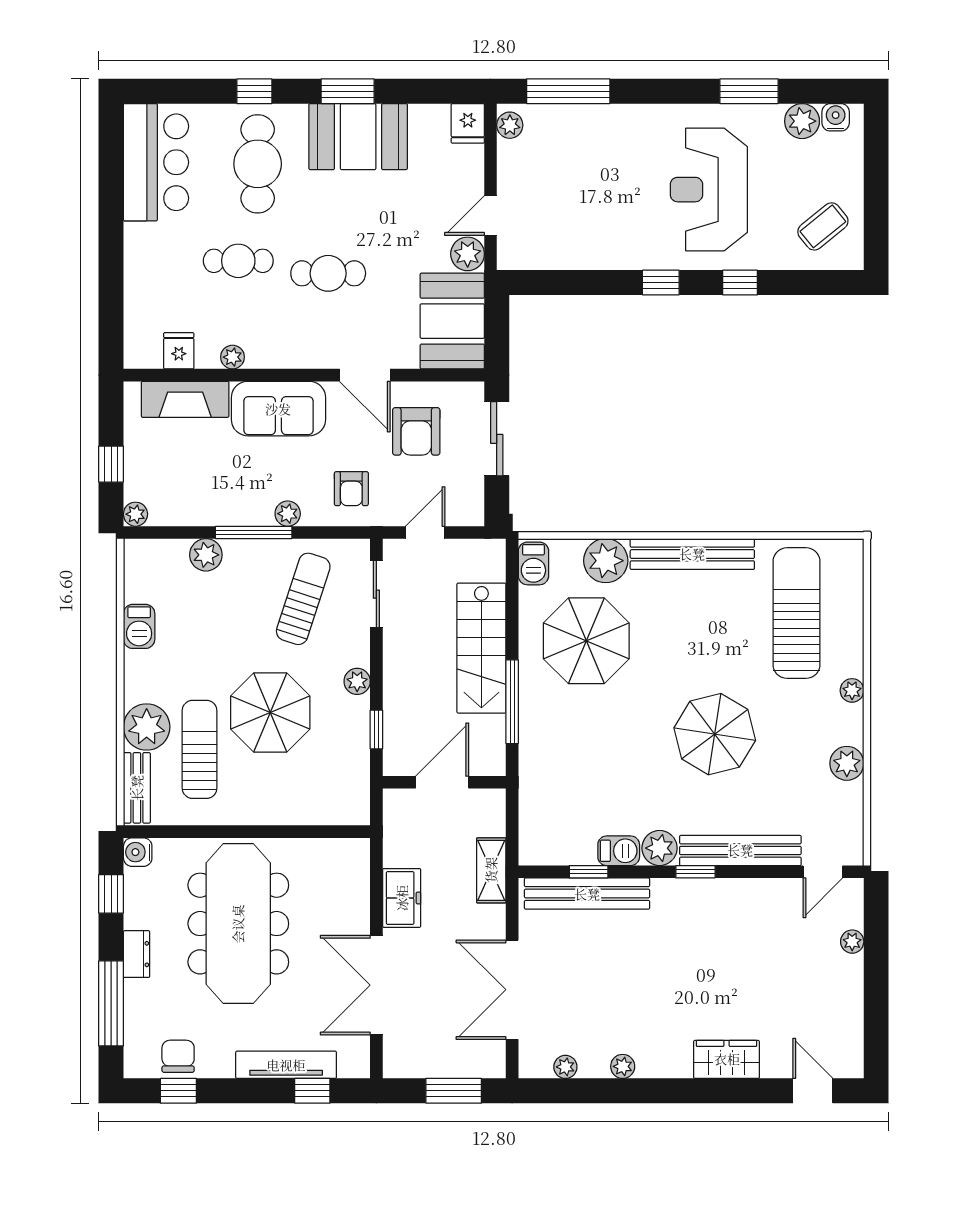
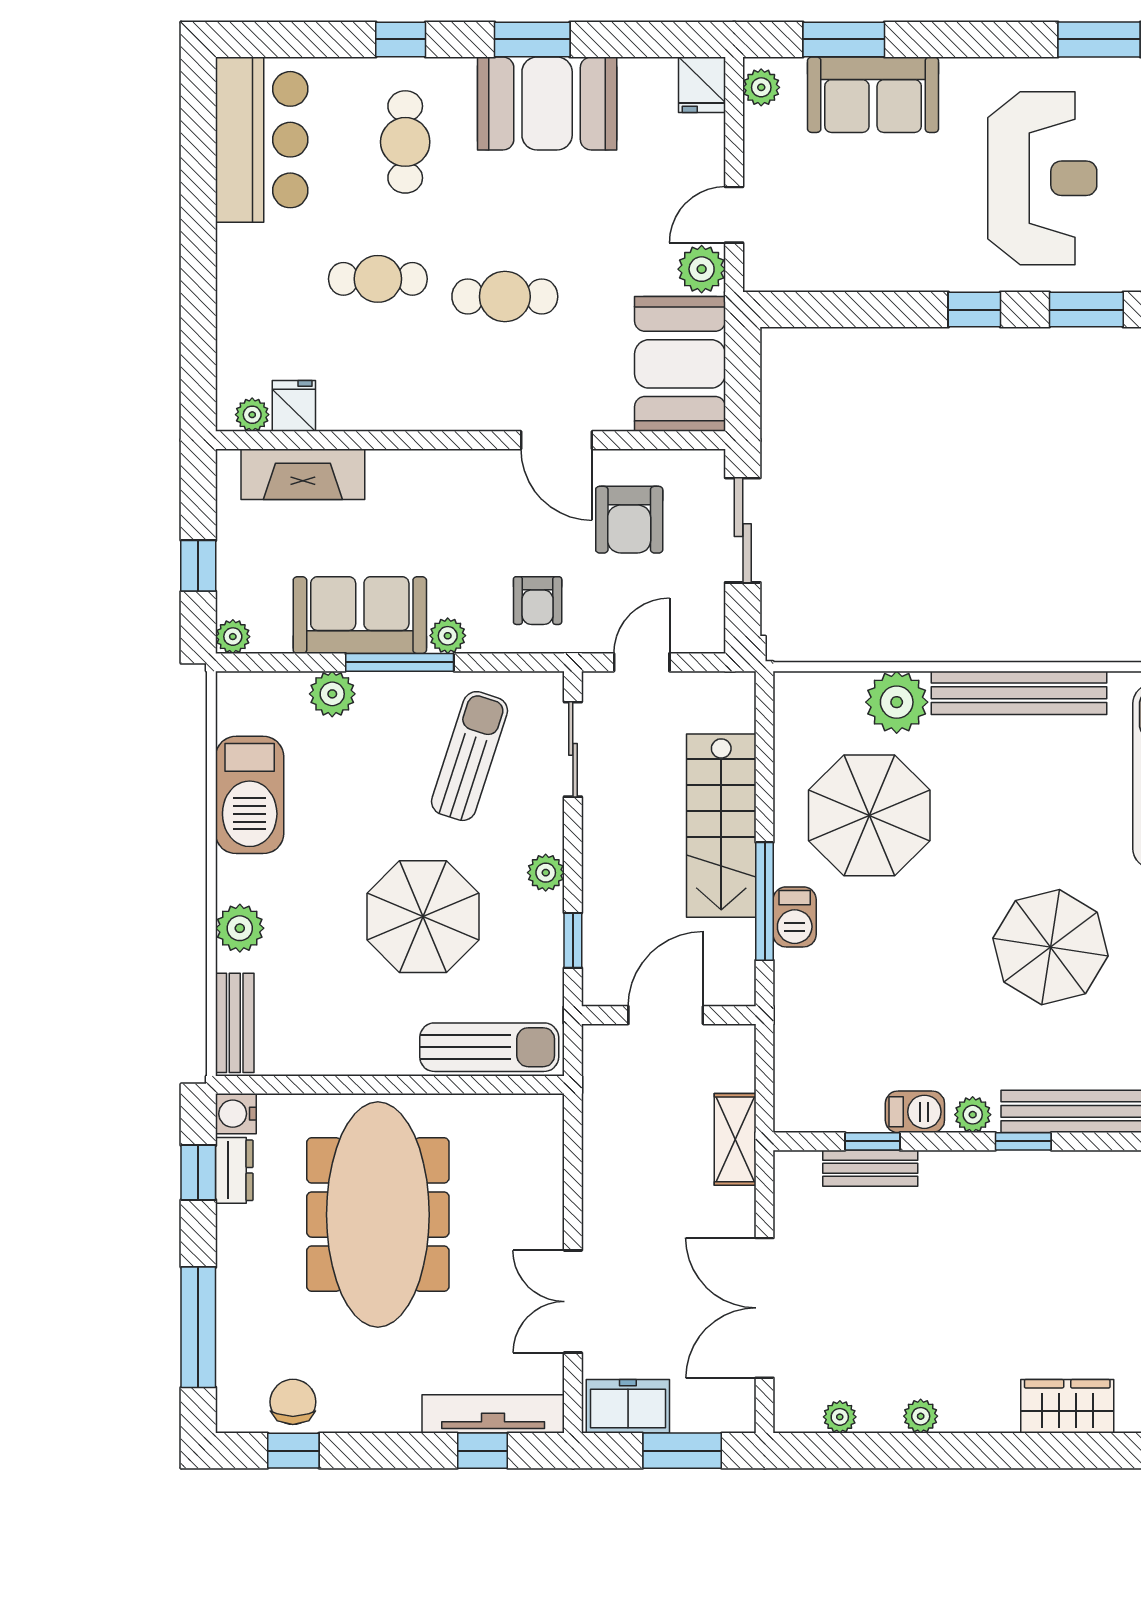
window: (568, 91) -> (844, 39), width x0.69
sofa: (589, 130) -> (873, 95), added
cafe table: (258, 164) -> (405, 142), width x0.73, depth x0.74
reception desk: (709, 190) -> (1042, 178), turned 180
window: (740, 283) -> (1086, 310), width x1.50
plant: (232, 357) -> (252, 415), moved
sofa: (278, 409) -> (360, 615), moved, turned 180
barbecue: (533, 563) -> (795, 917), moved
barbecue: (139, 626) -> (250, 795), width x1.88, depth x1.53
plant: (147, 727) -> (240, 928), width x0.73, depth x0.73
sun lounger: (200, 749) -> (489, 1047), moved, turned 90
plant: (660, 848) -> (973, 1115), width x0.73, depth x0.73
bench: (587, 894) -> (870, 1168), width x0.54, depth x0.82
freezer: (402, 898) -> (628, 1406), moved, turned -90
dresser: (137, 954) -> (234, 1170), moved
double door: (376, 985) -> (573, 1302), width x0.73
tv unit: (286, 1065) -> (493, 1414), moved

